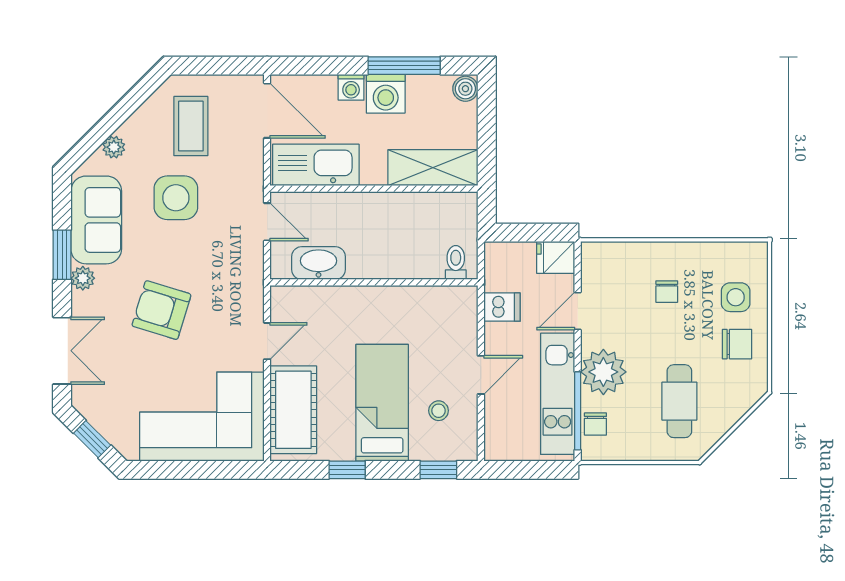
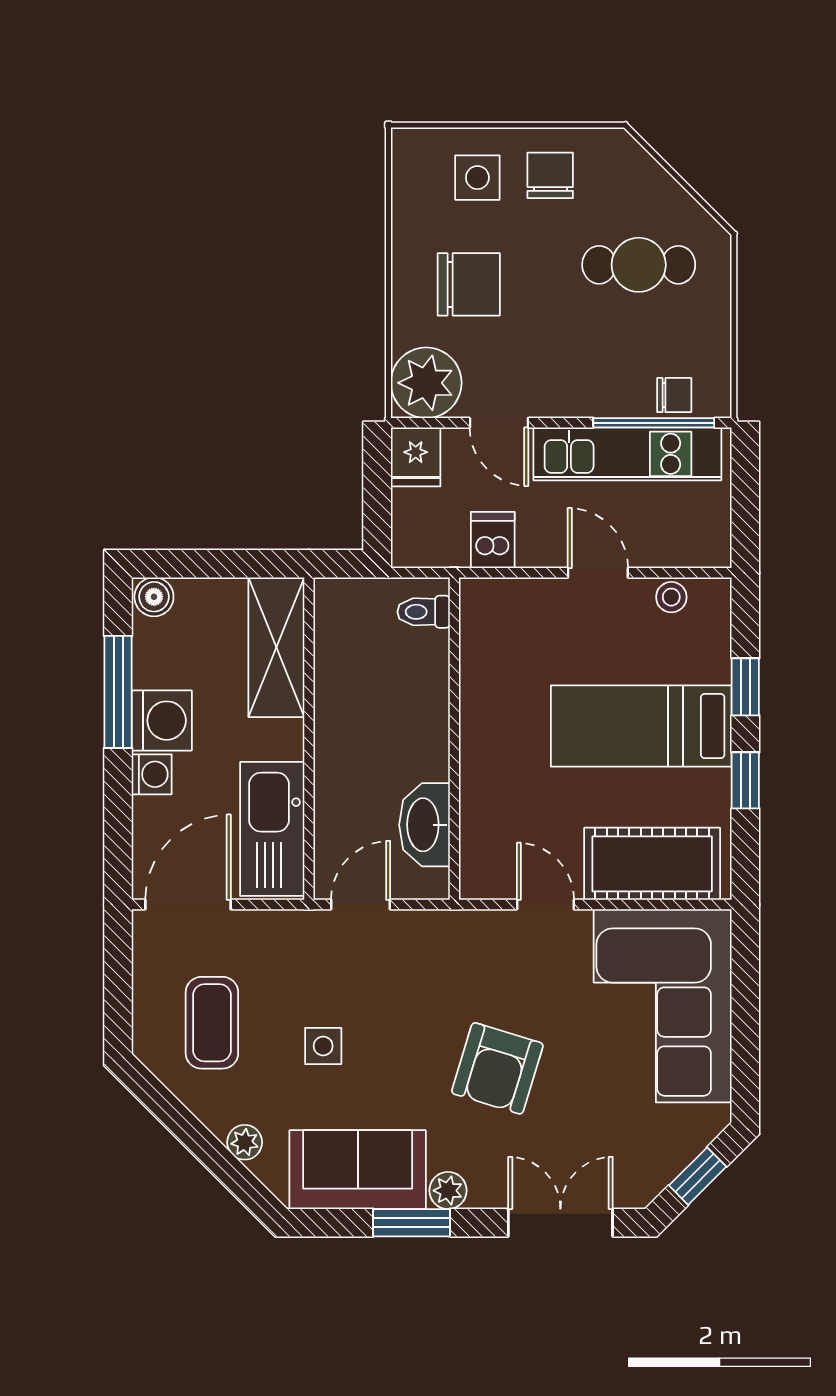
coffee table: (191, 126) -> (212, 1023), turned 90
side table: (176, 198) -> (323, 1046), width x0.54, depth x0.54
chair: (667, 292) -> (469, 284), width x1.87, depth x1.87
plant: (603, 372) -> (426, 383), moved
stool: (439, 411) -> (671, 597), moved
window: (438, 470) -> (745, 687), moved

